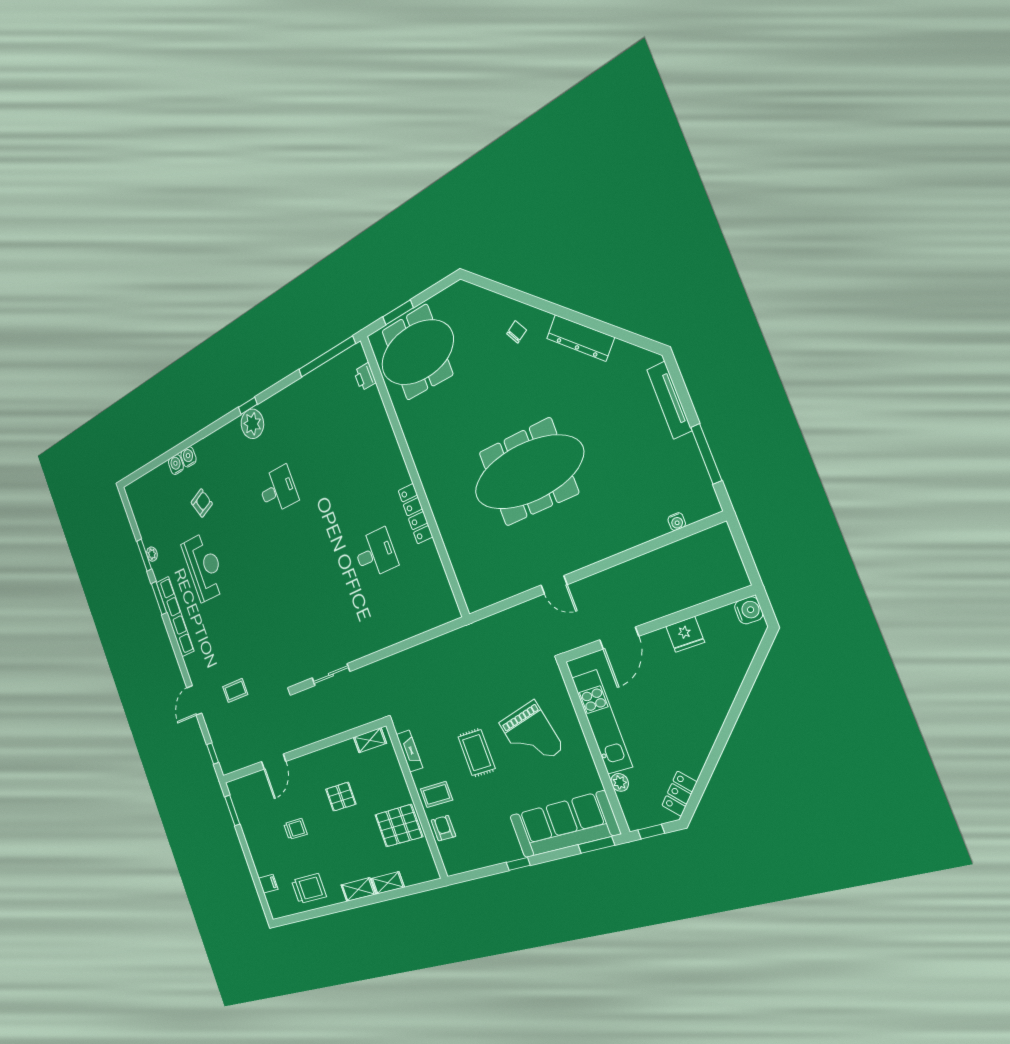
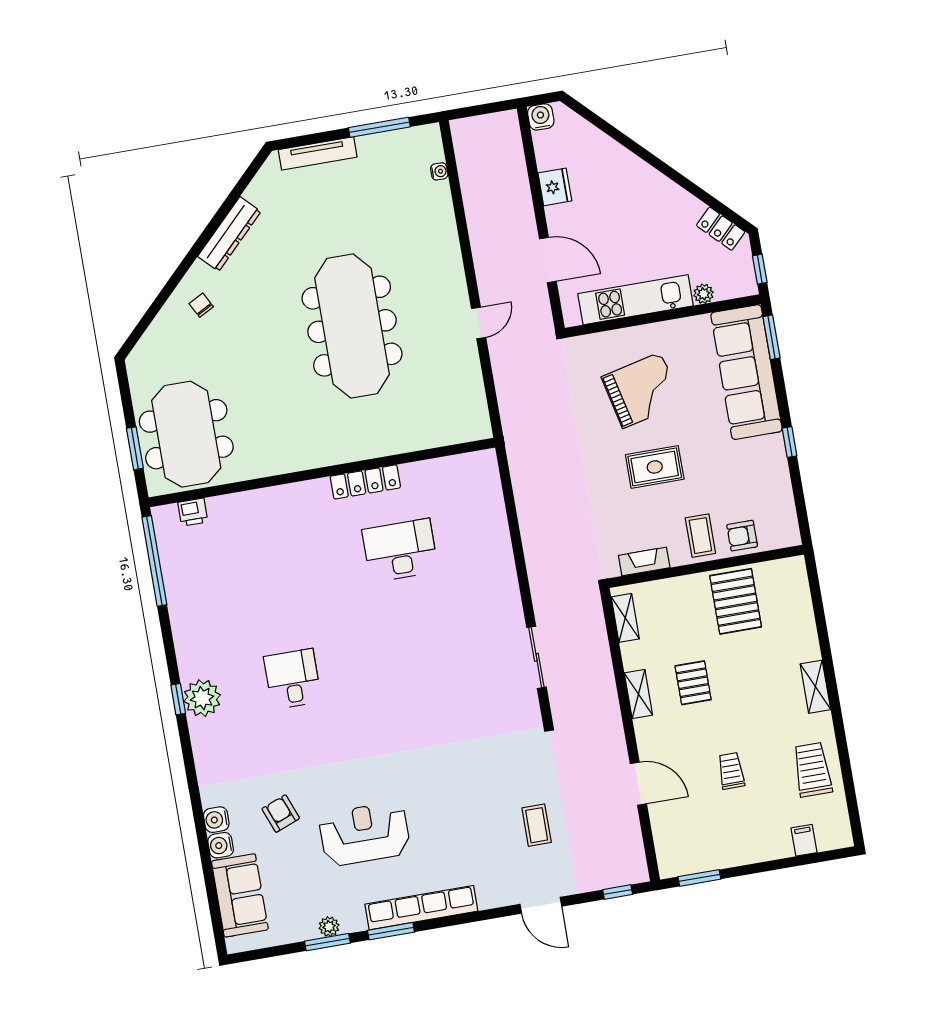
sofa: (154, 487) -> (240, 895), added
desk: (375, 554) -> (400, 550), width x1.37
shelving: (388, 883) -> (638, 694), moved

